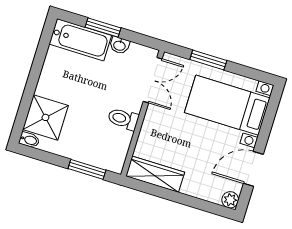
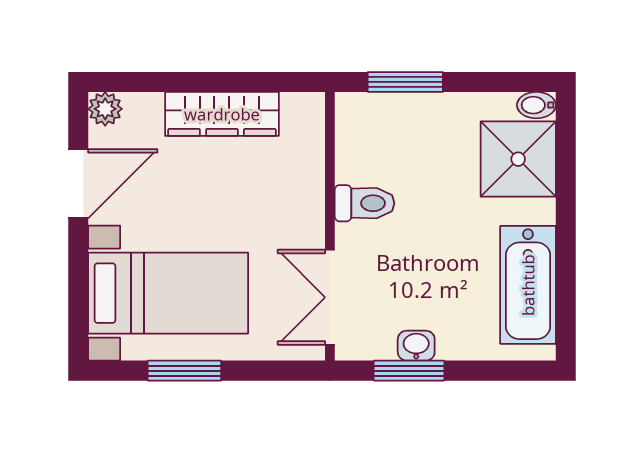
window: (103, 28) -> (409, 371), moved
bathtub: (80, 40) -> (528, 285), moved, turned -90
window: (208, 60) -> (184, 371), moved
wardrobe: (155, 174) -> (222, 114), moved

